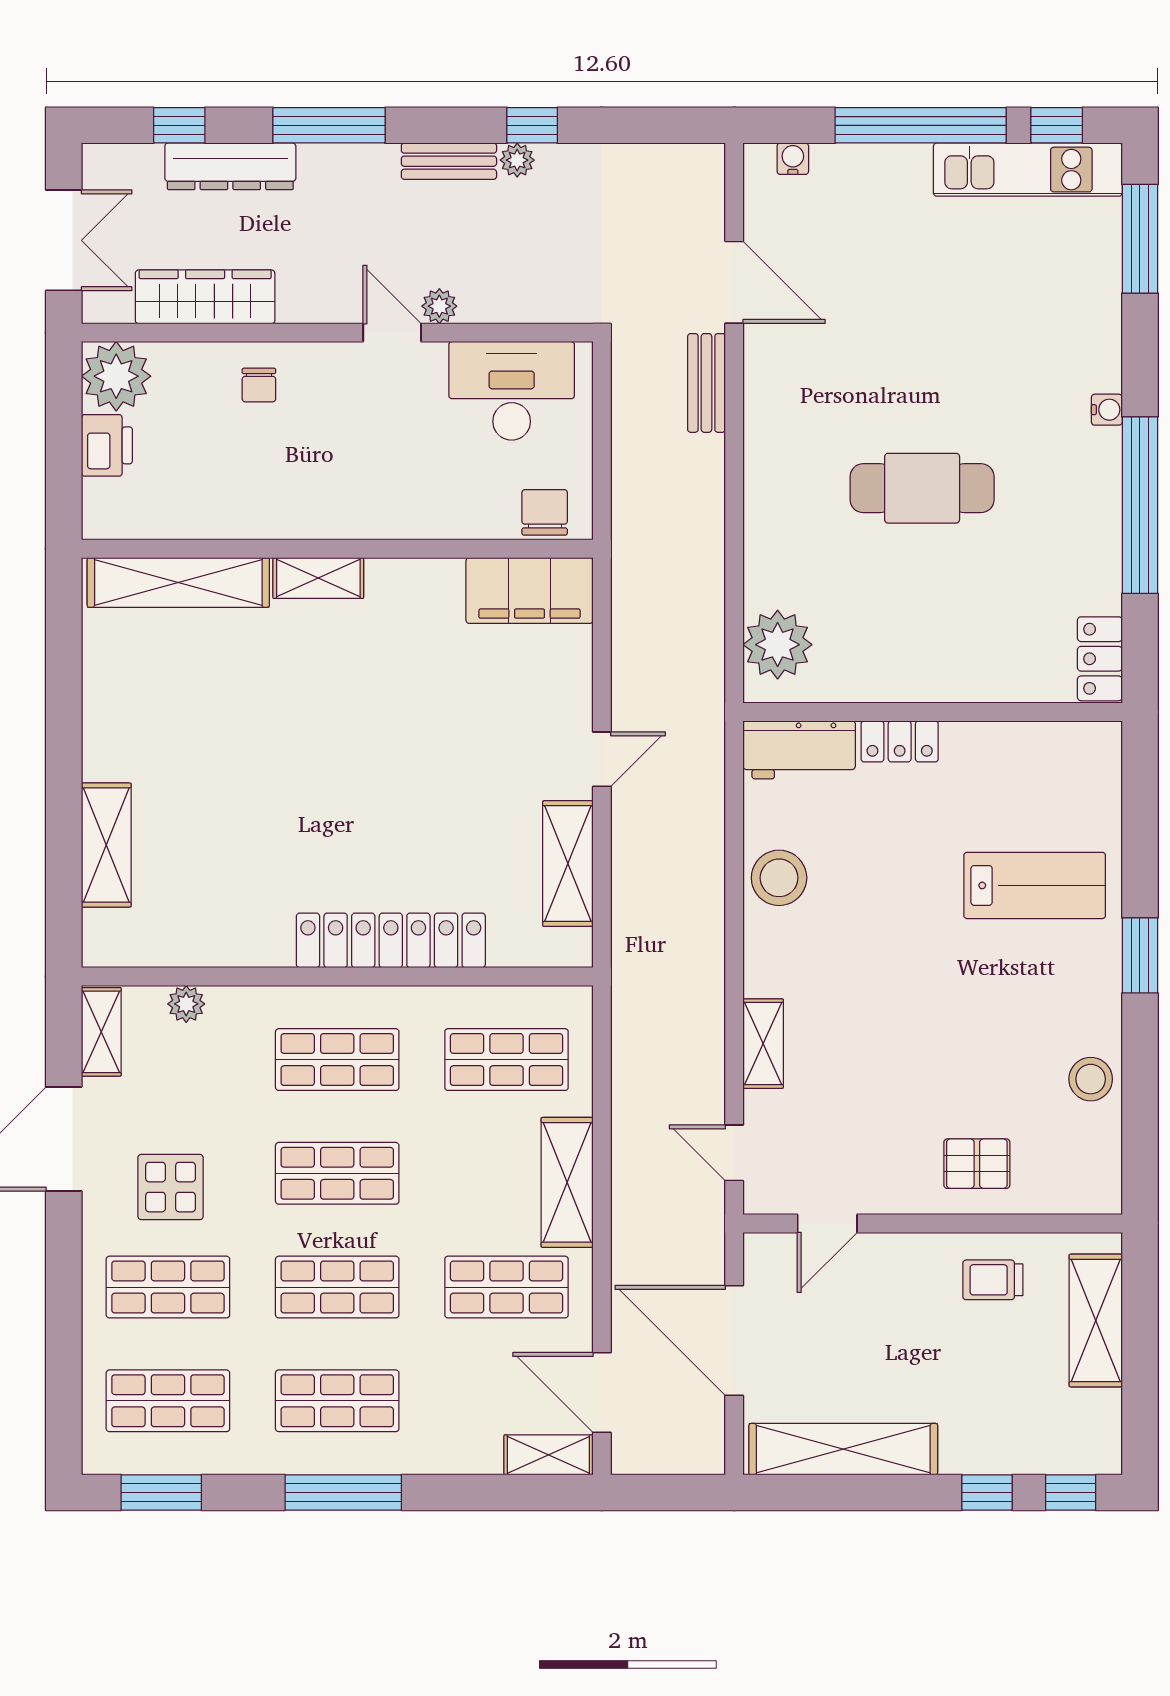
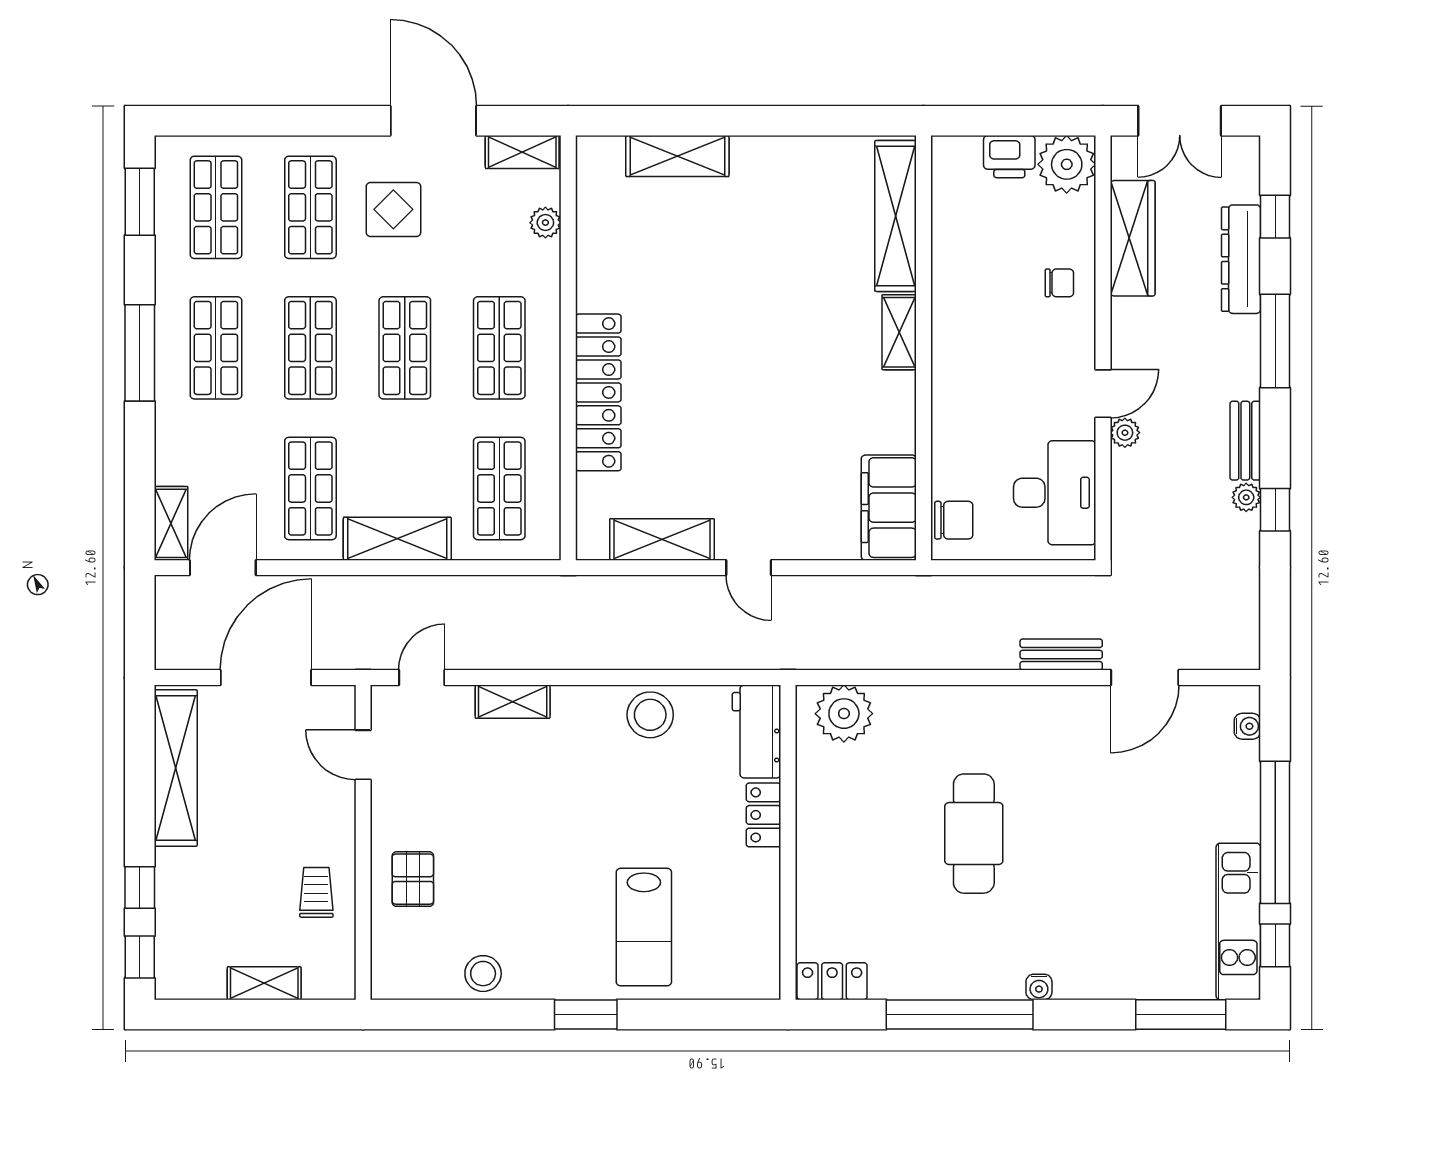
chair: (259, 385) -> (1059, 283), turned 180
shelving: (1096, 1321) -> (264, 983), width x0.67, depth x0.75

